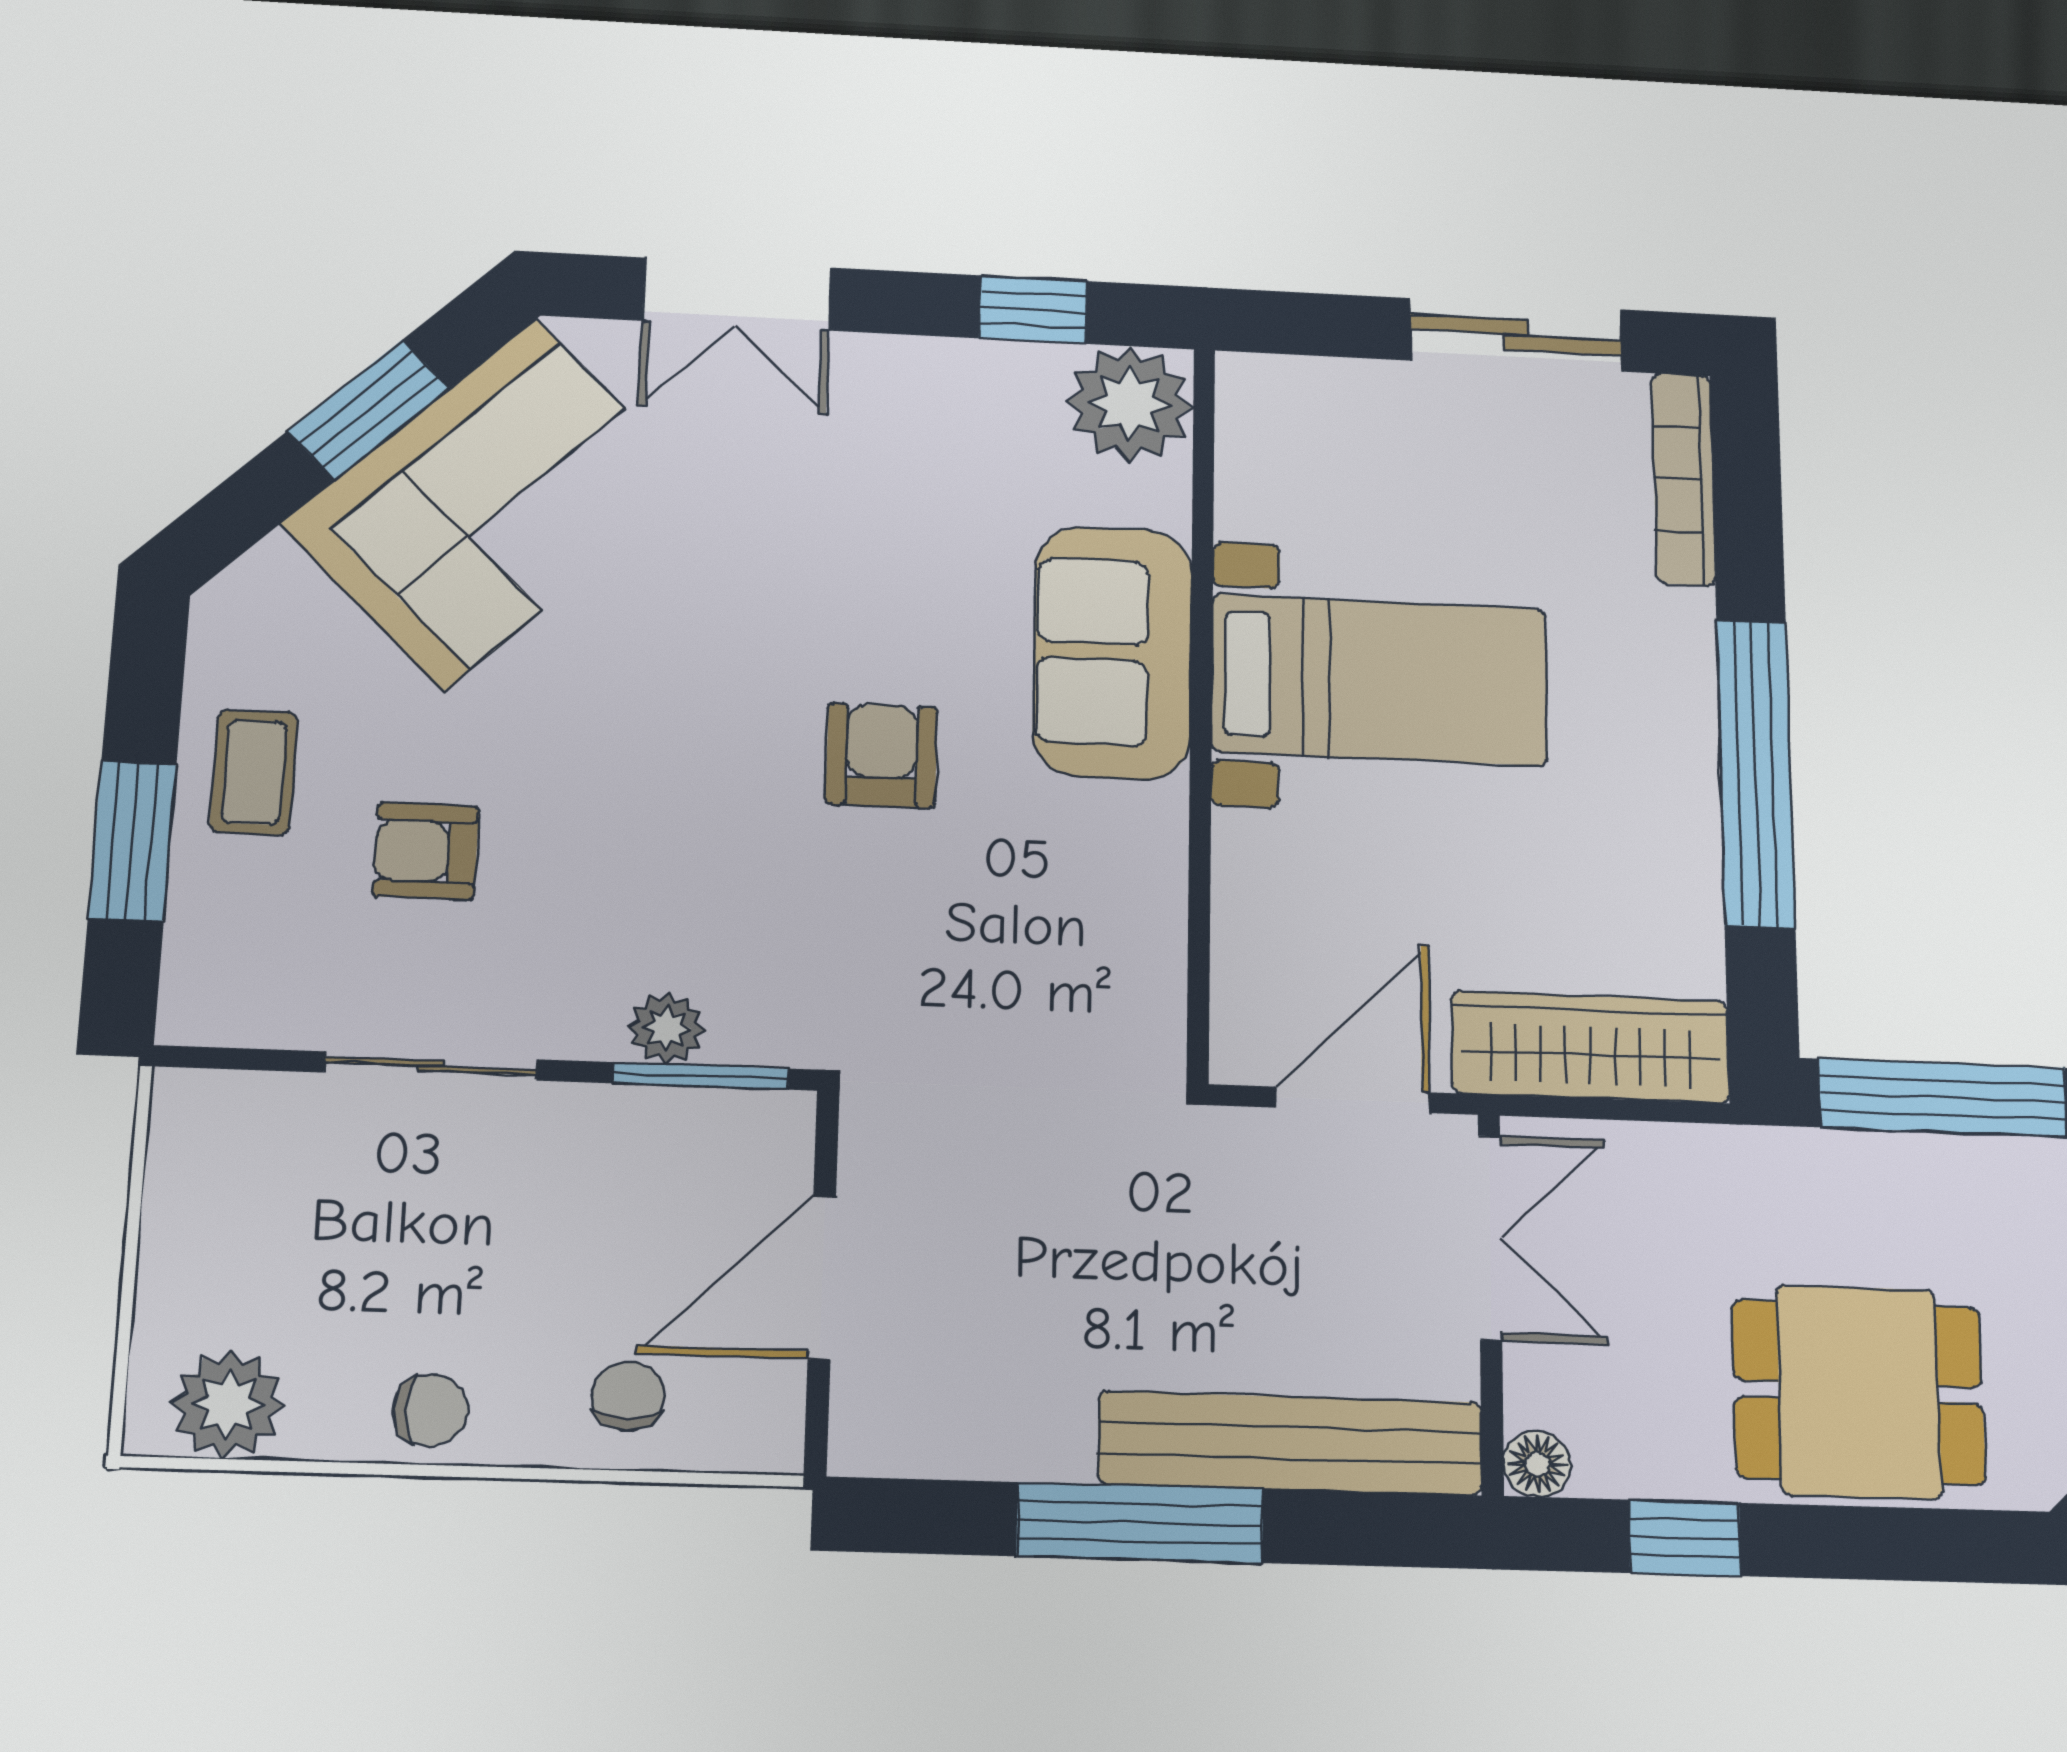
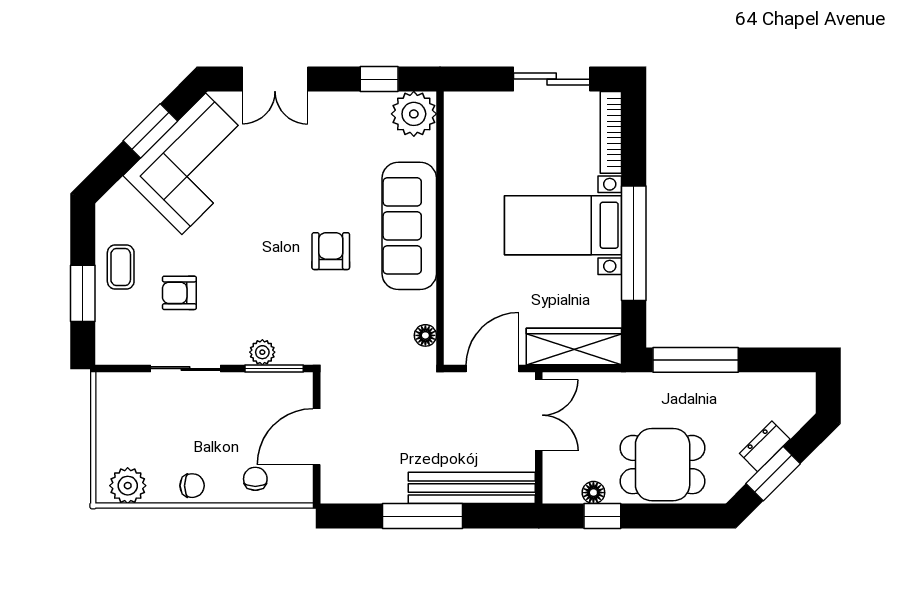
sofa: (1113, 652) -> (409, 226), width x1.36
bed with nightstands: (1380, 680) -> (563, 225), moved, turned 180
floor lamp: (1155, 999) -> (425, 335), added
floor lamp: (1537, 1464) -> (593, 493), moved

